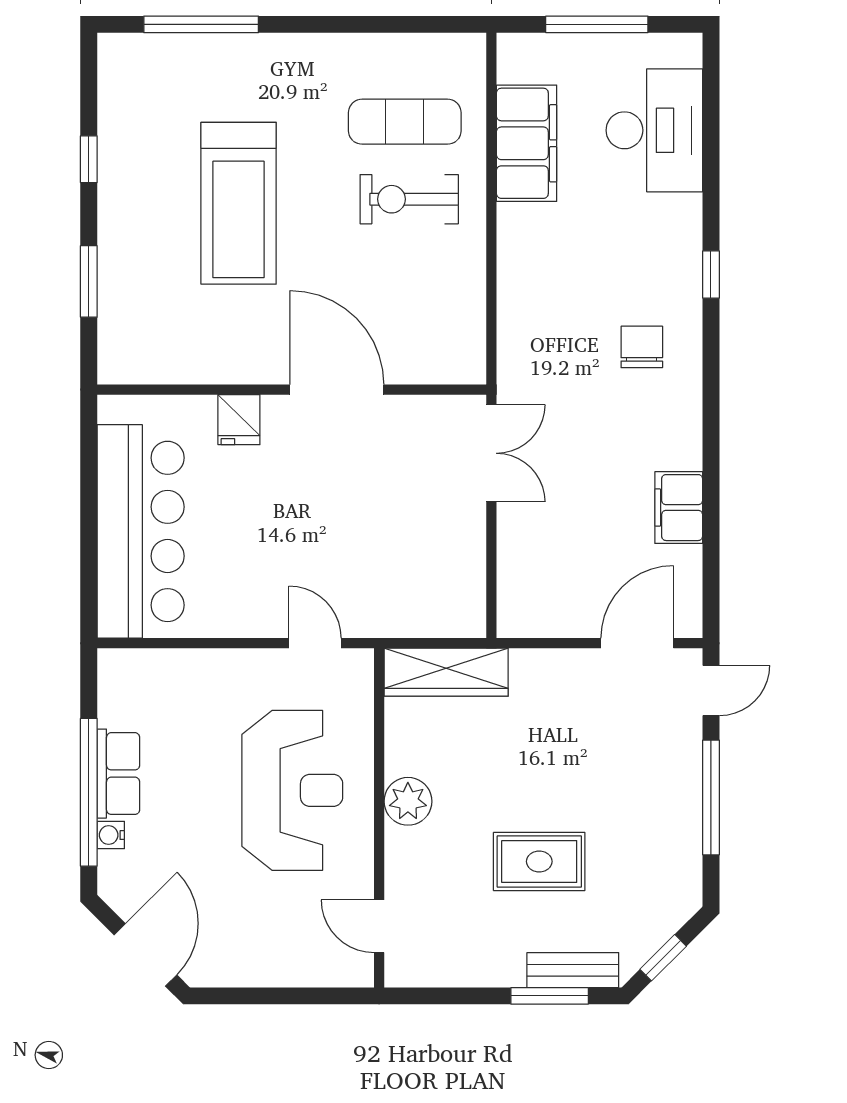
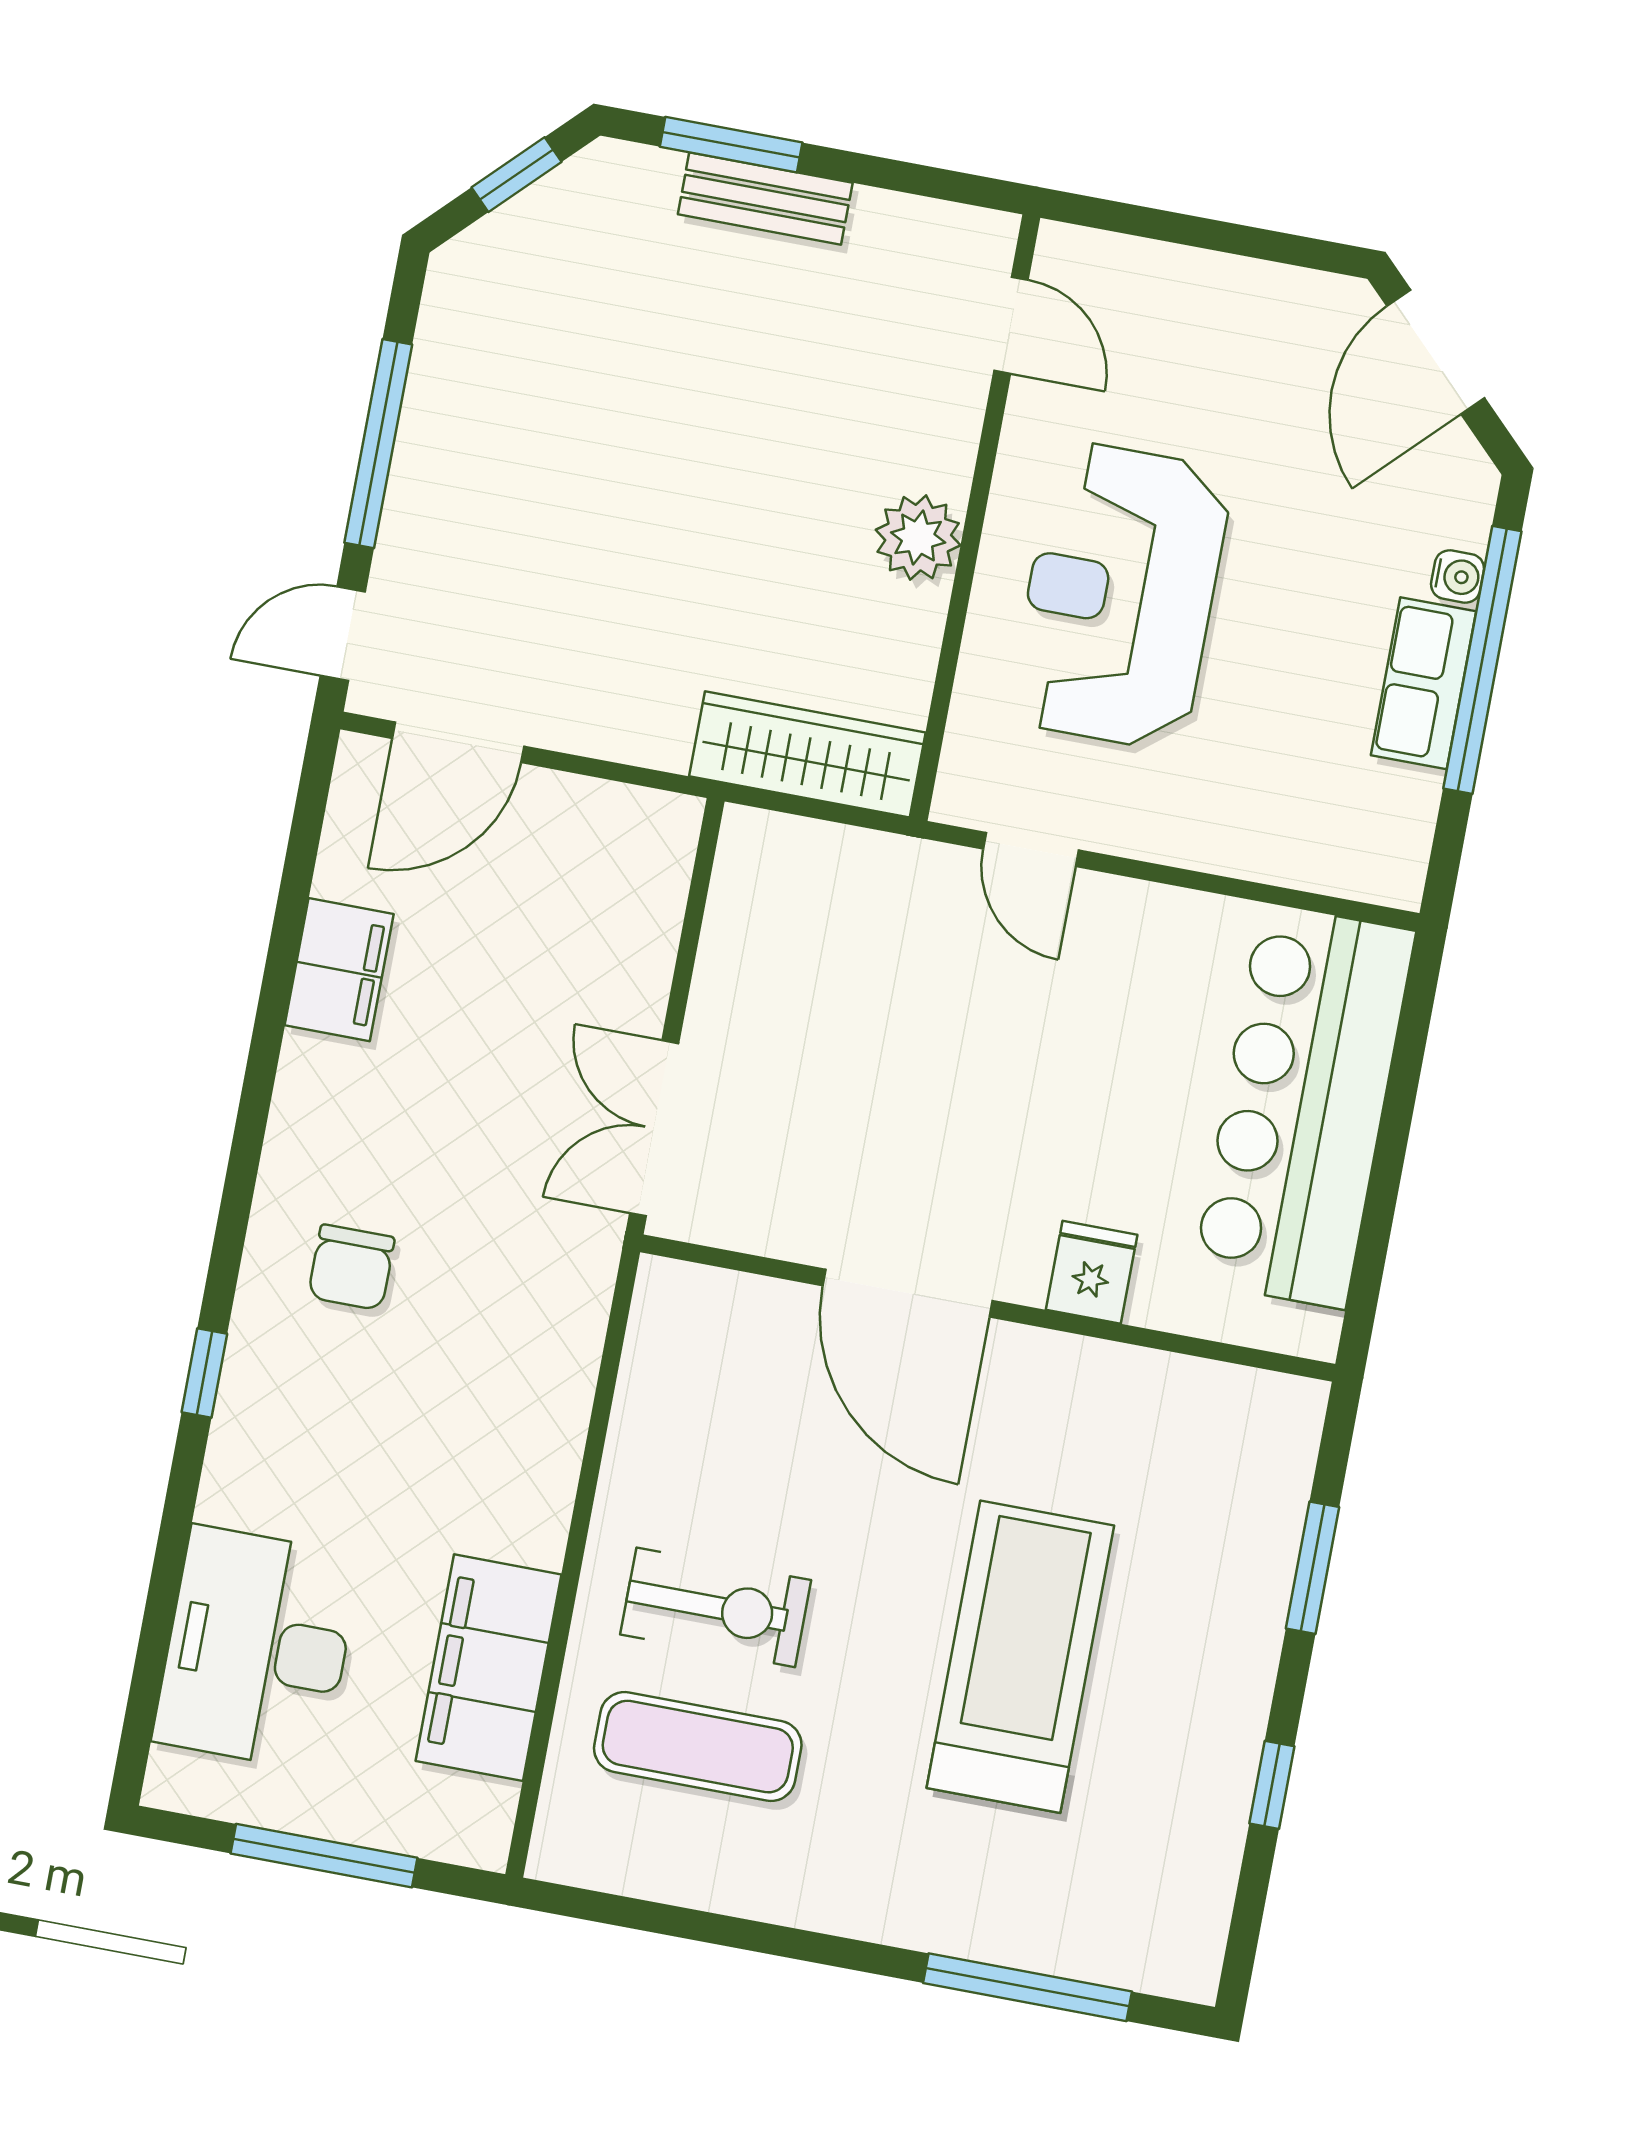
rug: (539, 861) -> (705, 387), removed
bench: (573, 970) -> (765, 199), moved

